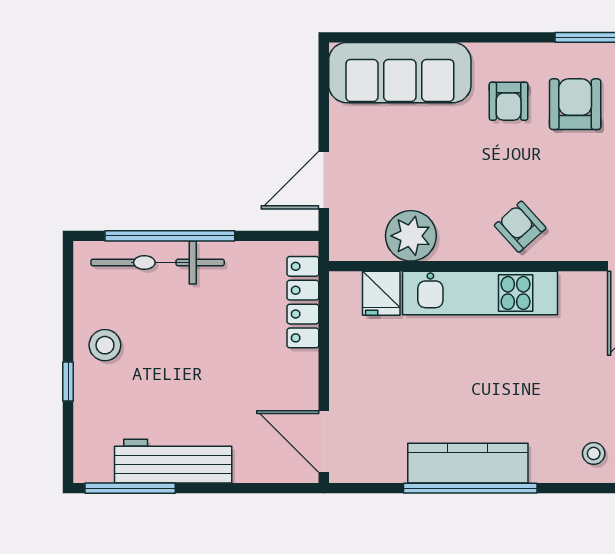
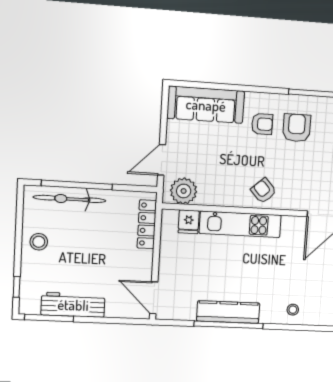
armchair: (509, 101) -> (262, 124), turned -90
plant: (411, 236) -> (184, 191), moved
window: (68, 381) -> (17, 287), moved

